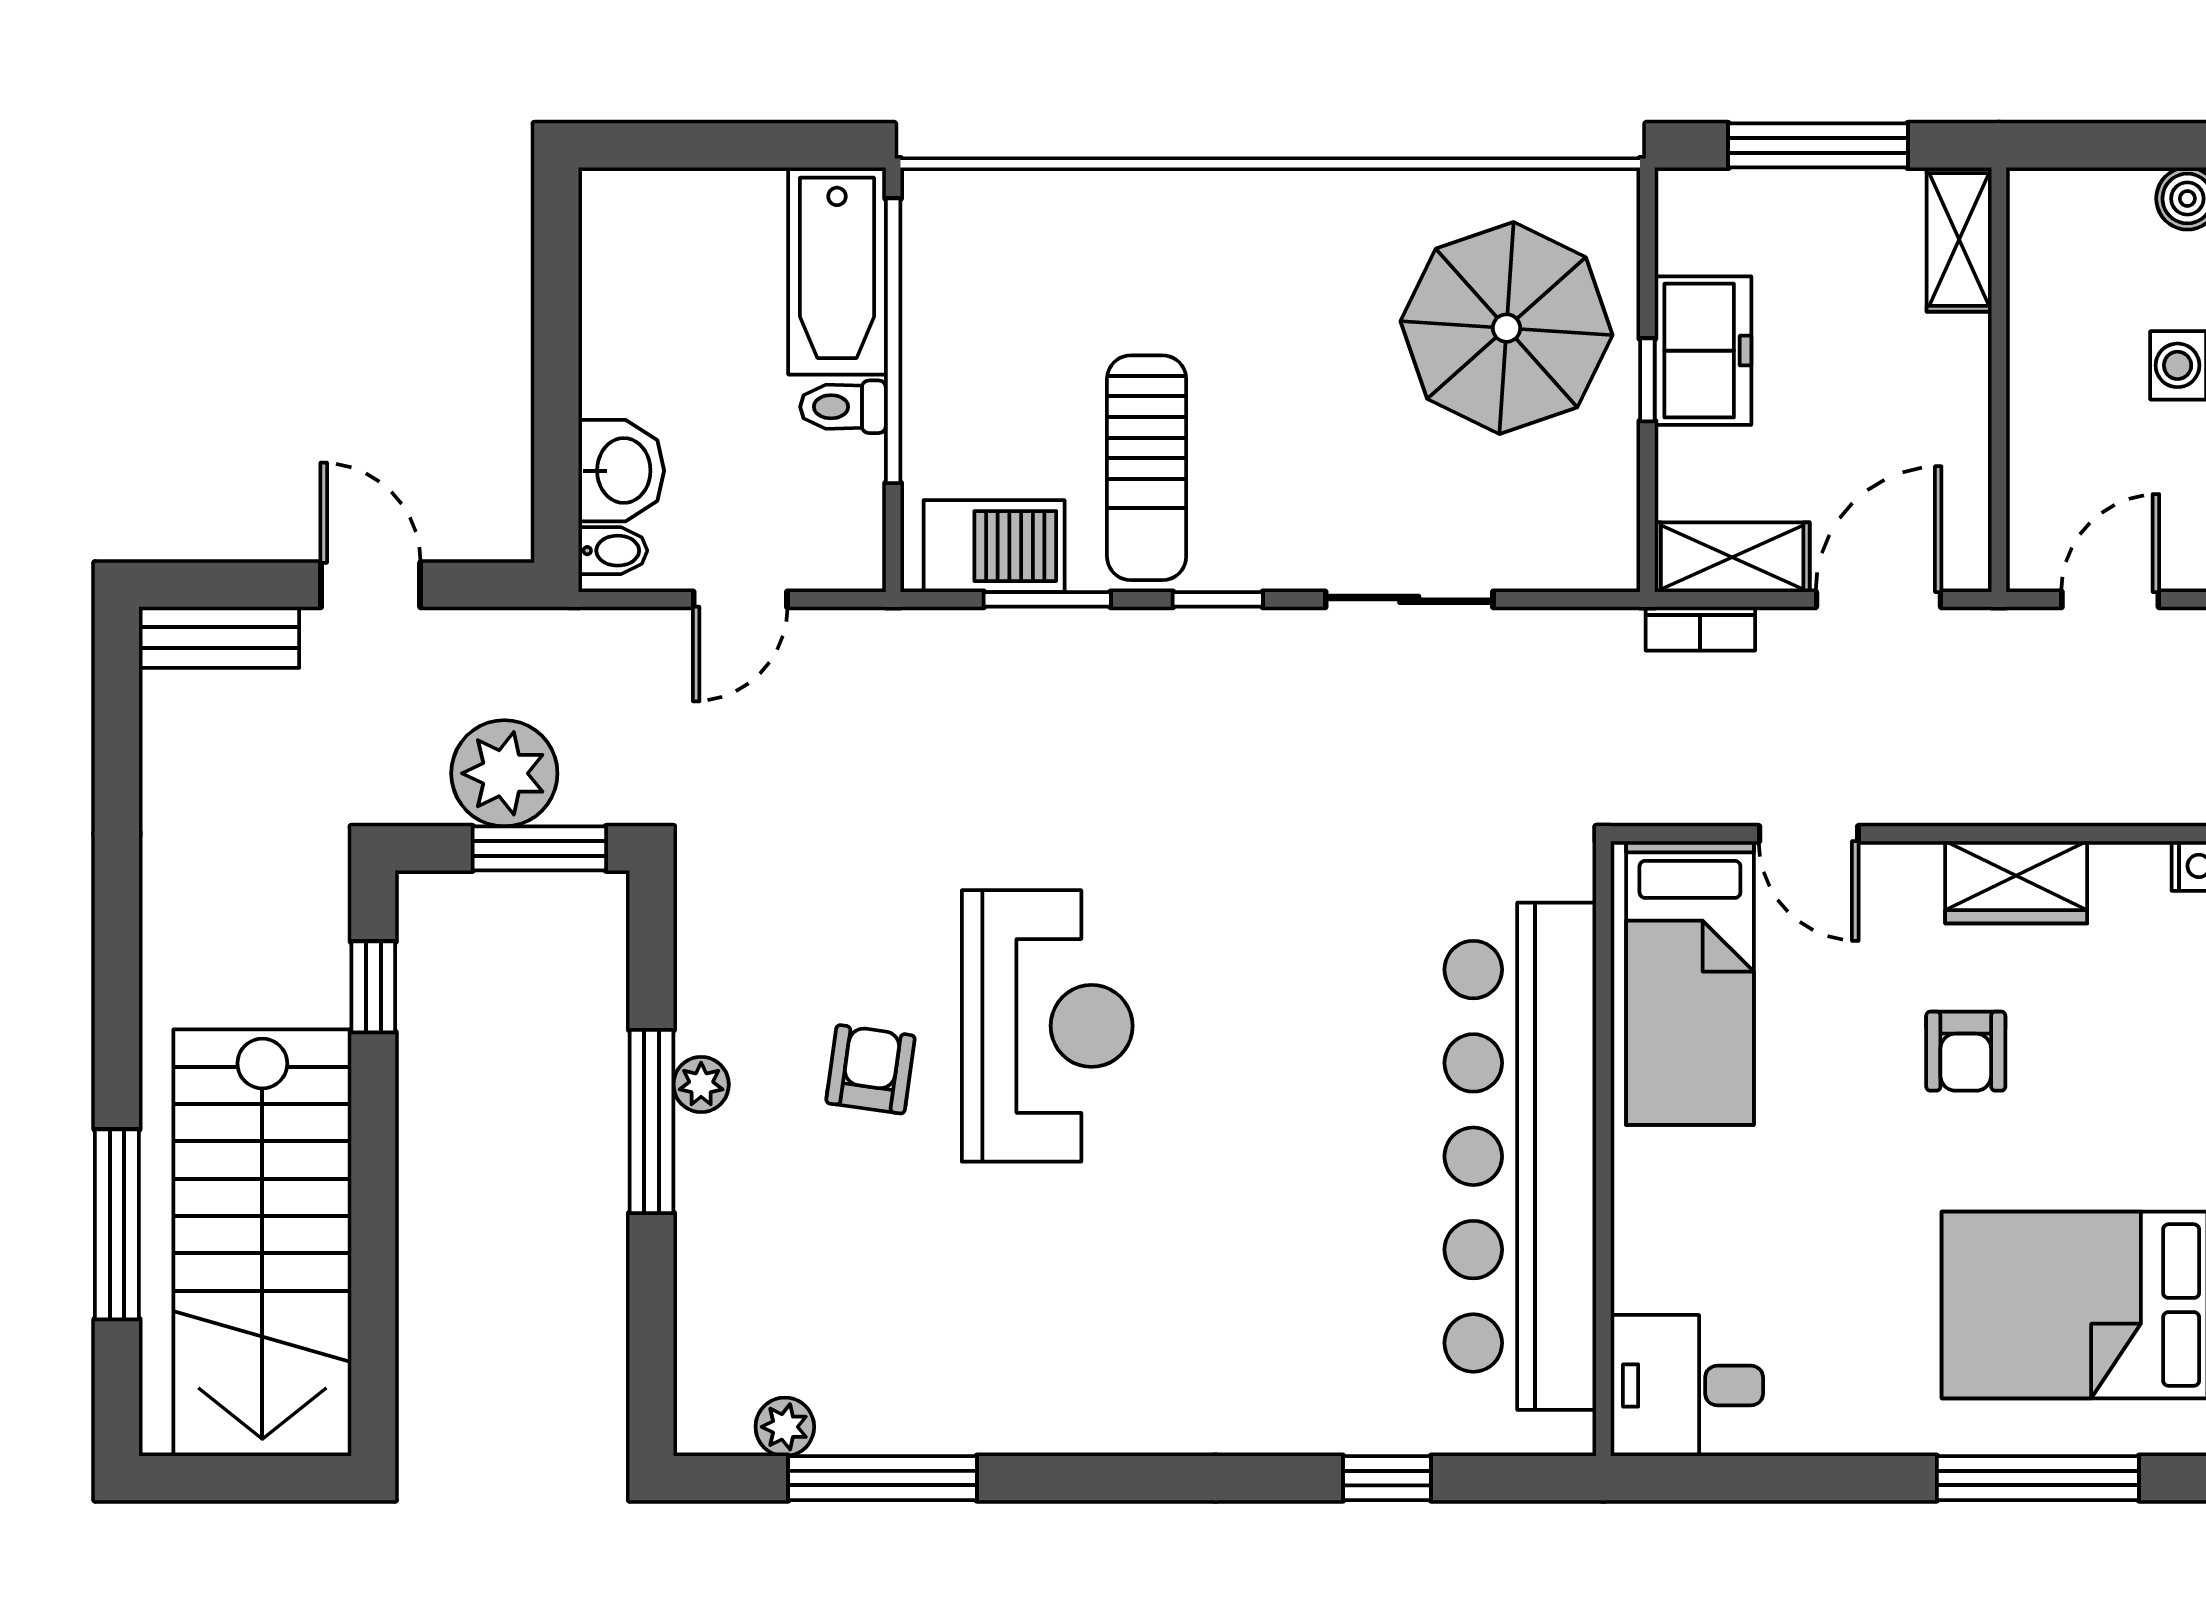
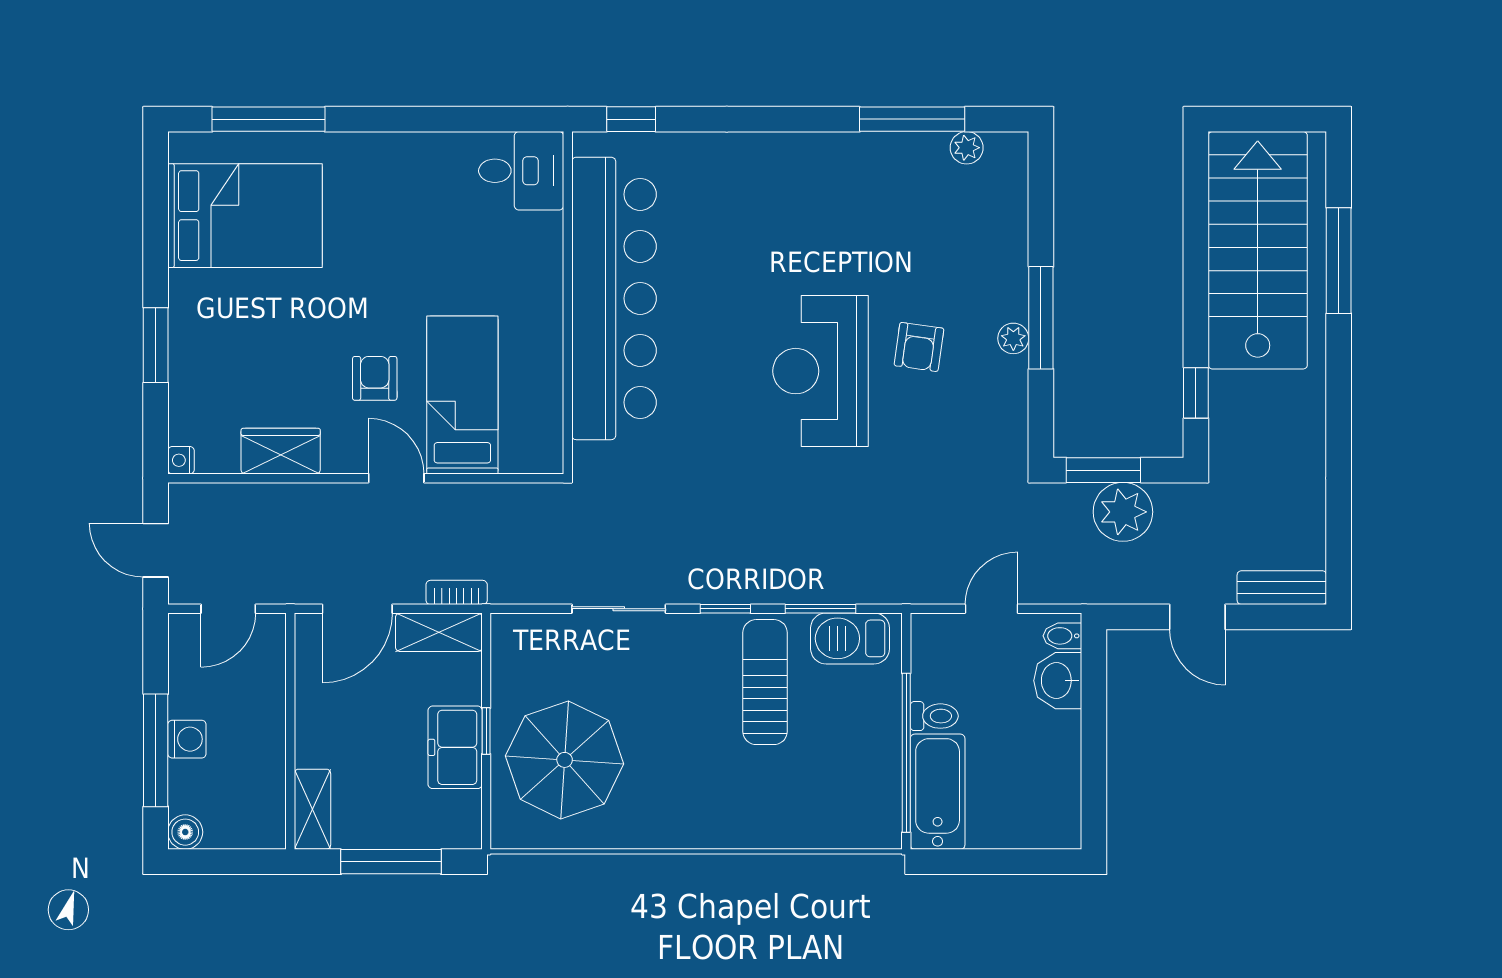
armchair: (1966, 1051) -> (375, 378), moved
wall: (1603, 1149) -> (568, 303), moved
bar counter: (1520, 1156) -> (614, 298), moved
desk: (1687, 1386) -> (521, 171), moved

